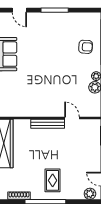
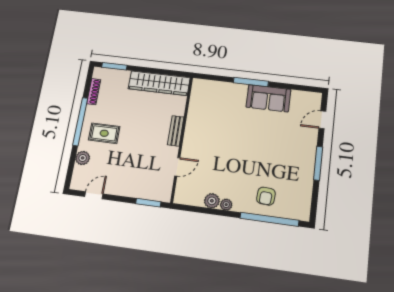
bench: (48, 124) -> (176, 131), width x0.73
plant: (90, 194) -> (83, 158), moved

